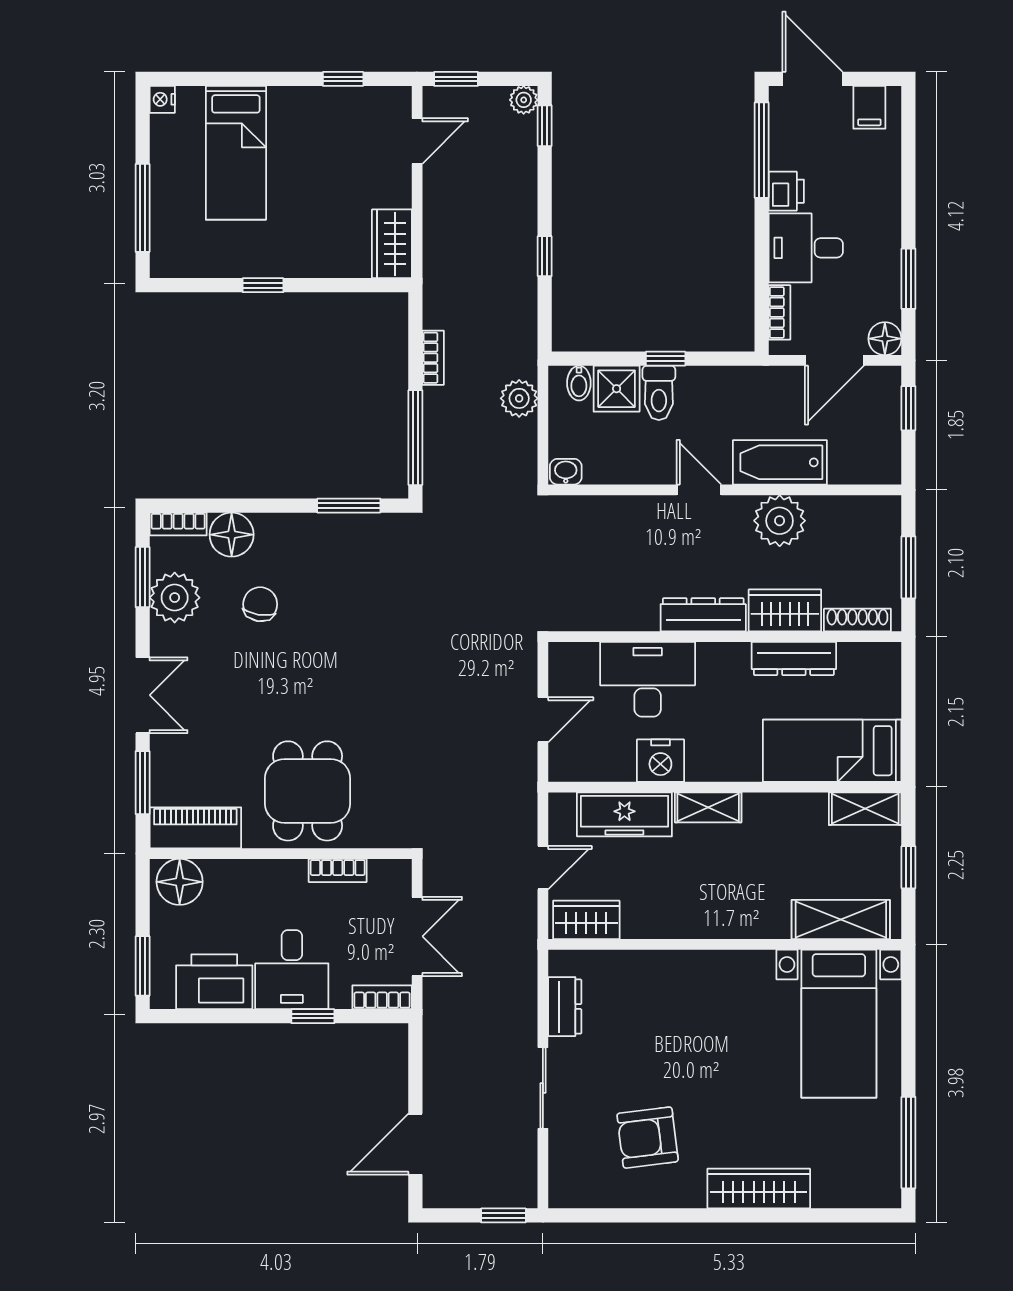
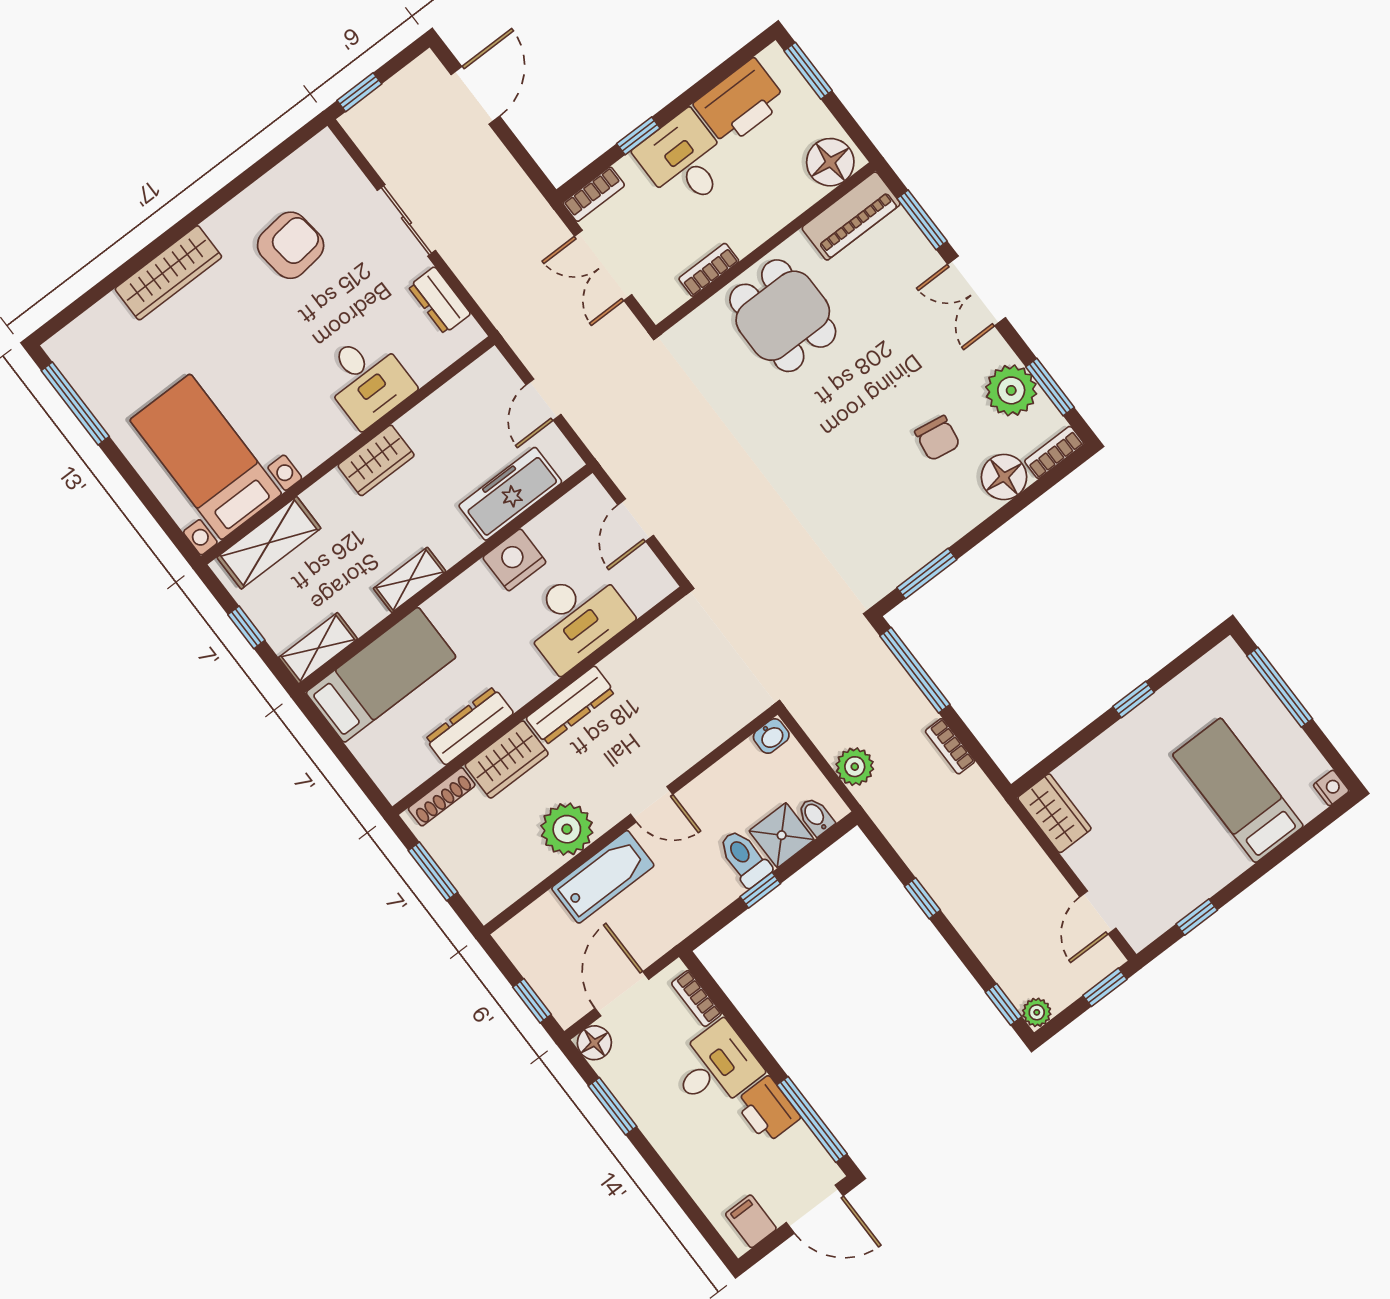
printer: (786, 191) -> (767, 1110), width x1.36, depth x1.24
shelving: (708, 807) -> (410, 580), moved
wardrobe: (586, 920) -> (376, 460), moved
desk: (668, 988) -> (367, 380), added

